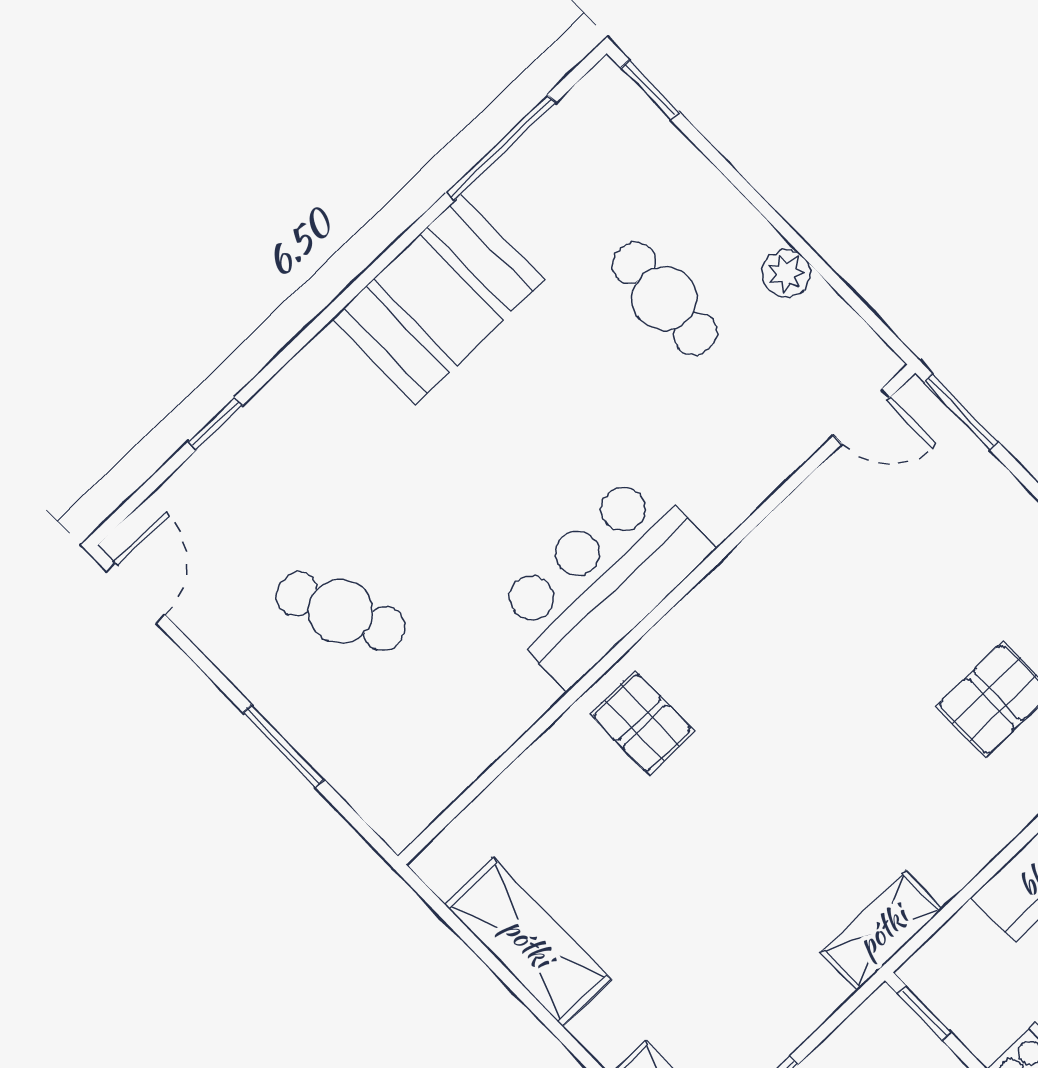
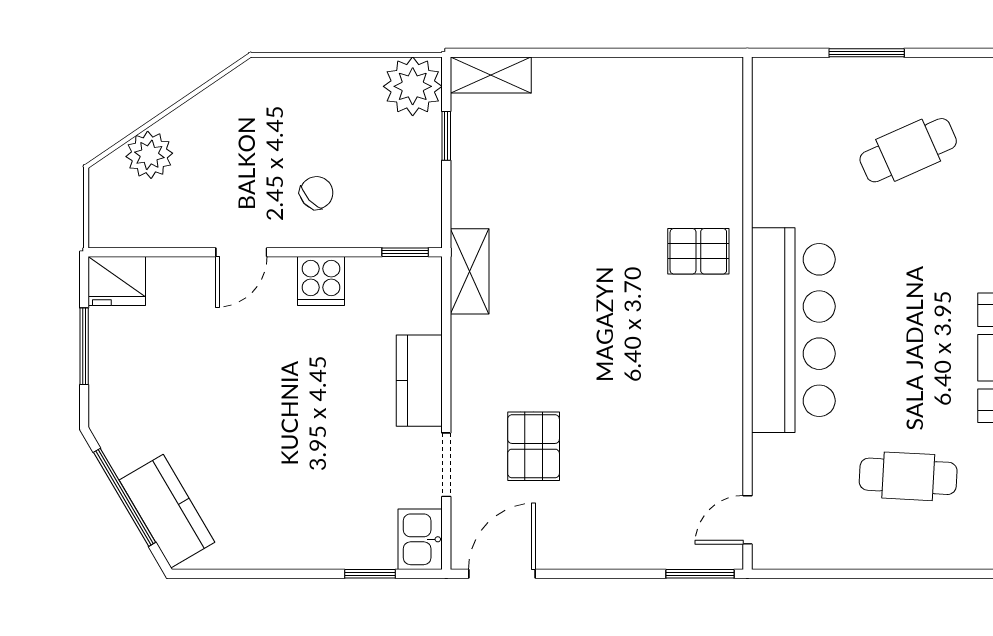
plant: (786, 273) -> (860, 552), removed
bar counter: (602, 579) -> (793, 330), width x1.36
shelving: (528, 942) -> (642, 81), removed

